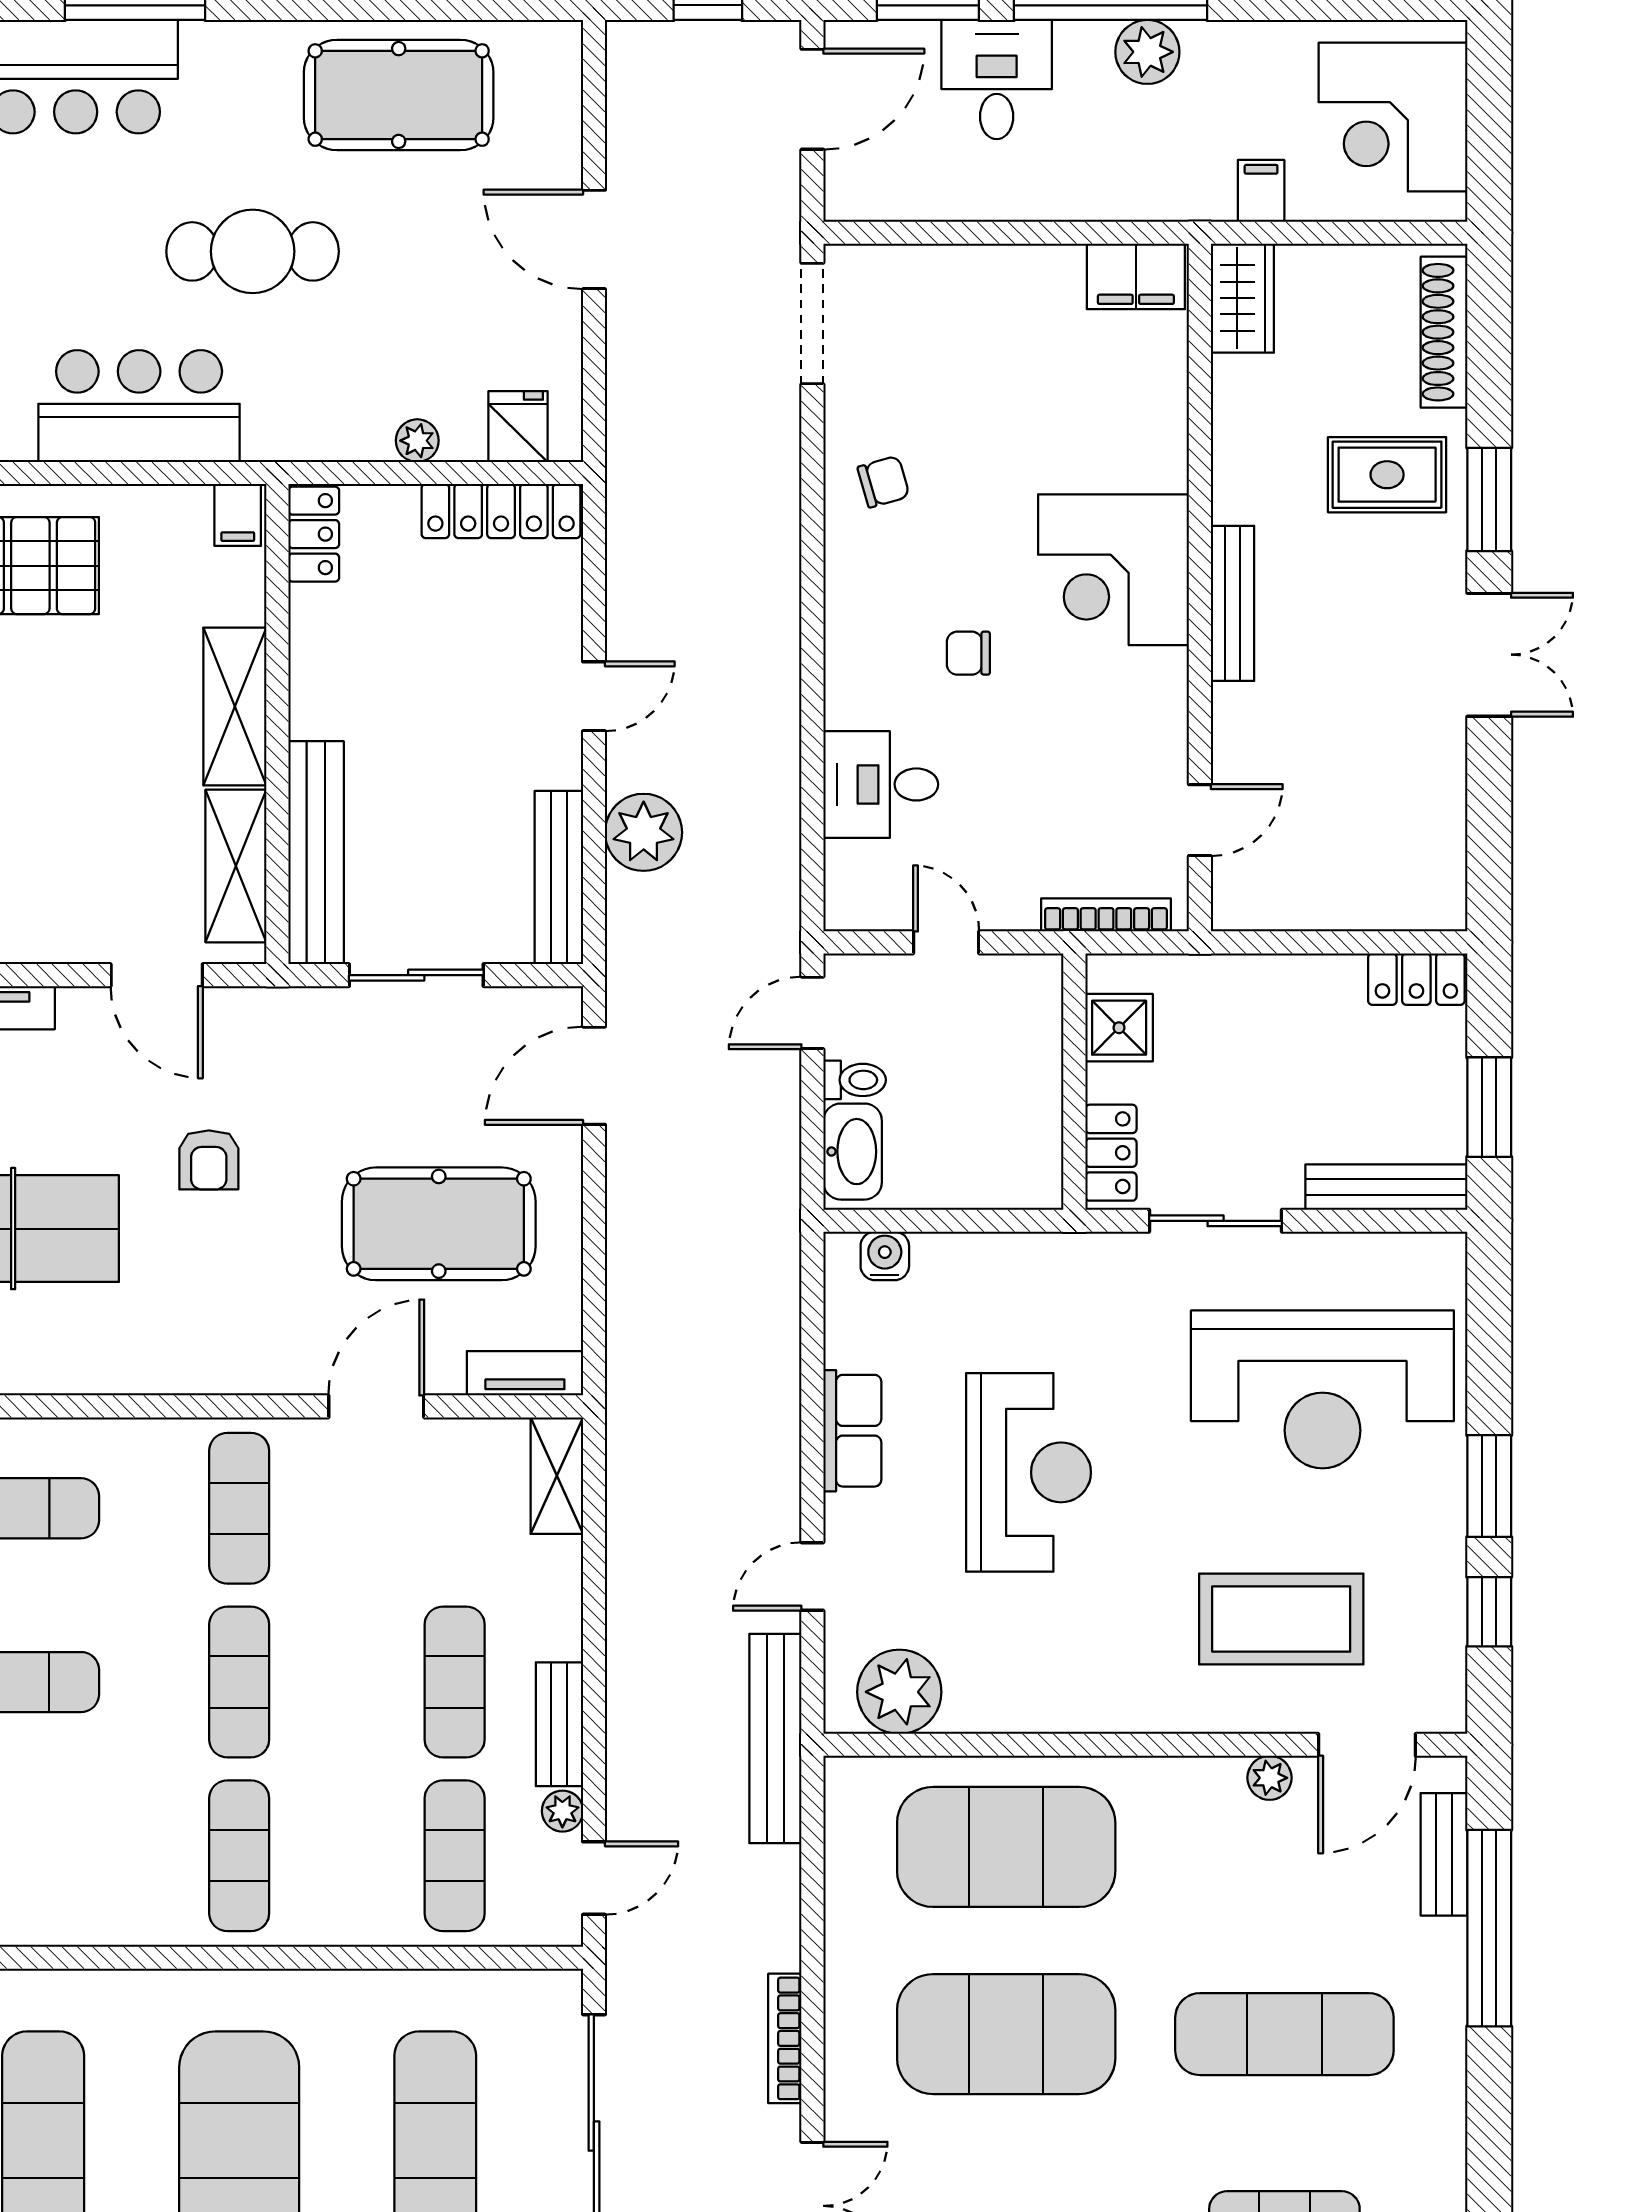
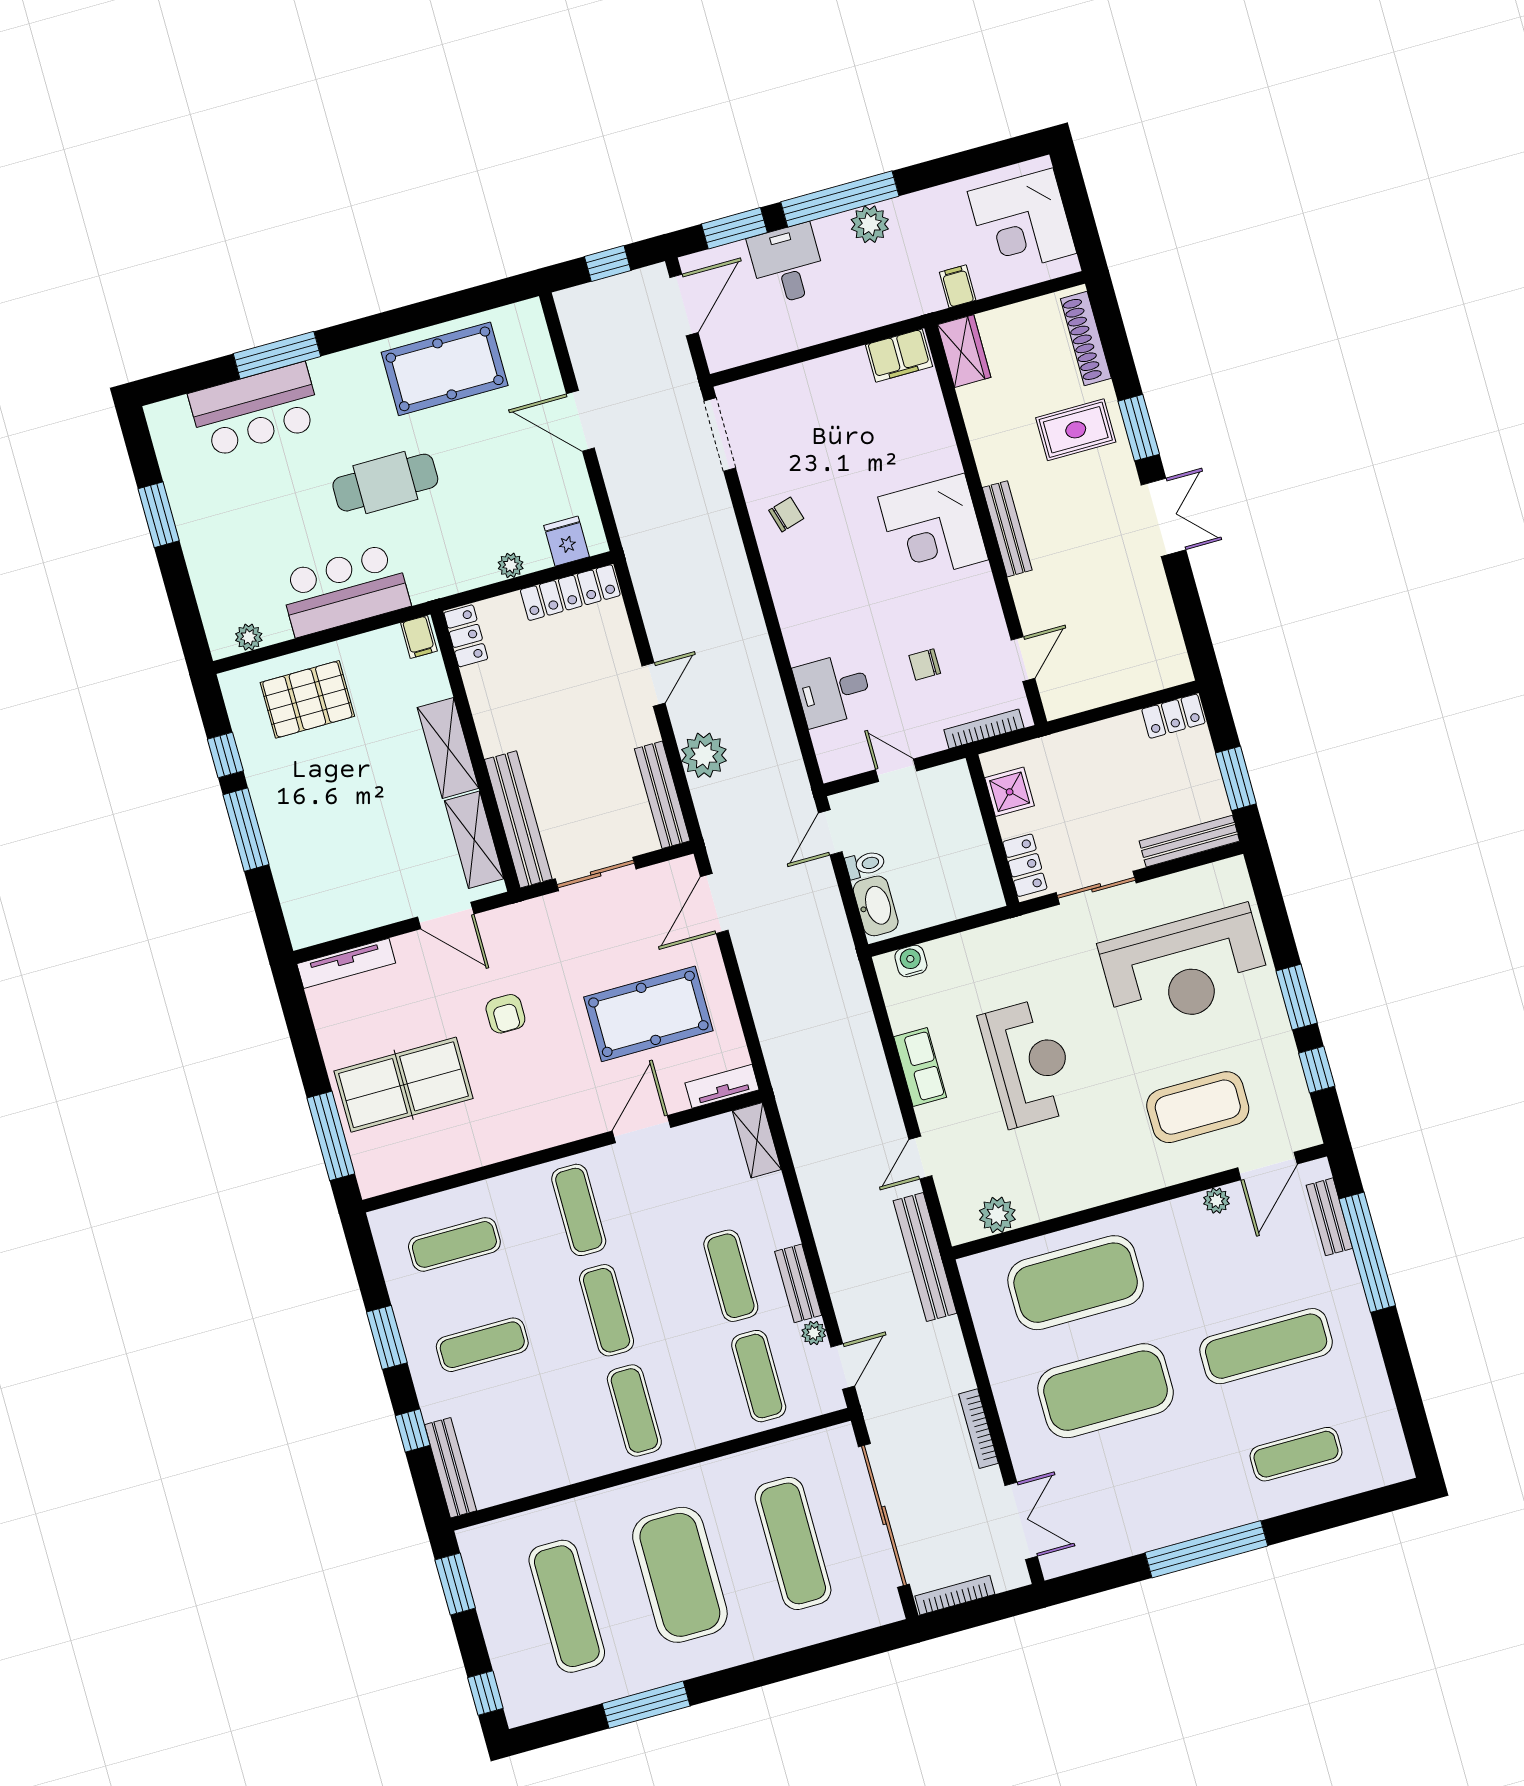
chair: (968, 653) -> (925, 664), moved
plant: (899, 1692) -> (997, 1215), width x0.73, depth x0.73

